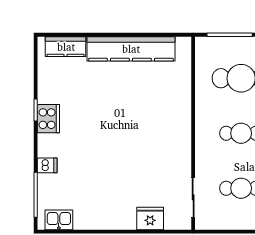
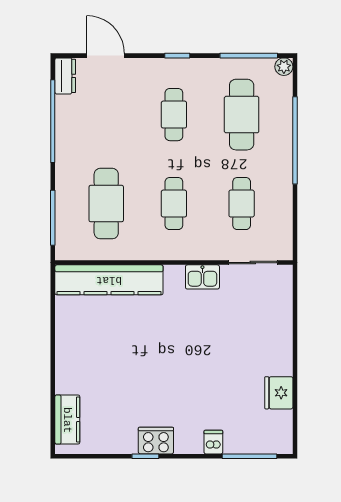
kitchen counter: (131, 49) -> (109, 280), moved, turned 90
fridge: (150, 218) -> (279, 393), moved
kitchen sink: (59, 220) -> (202, 277), moved, turned -90

